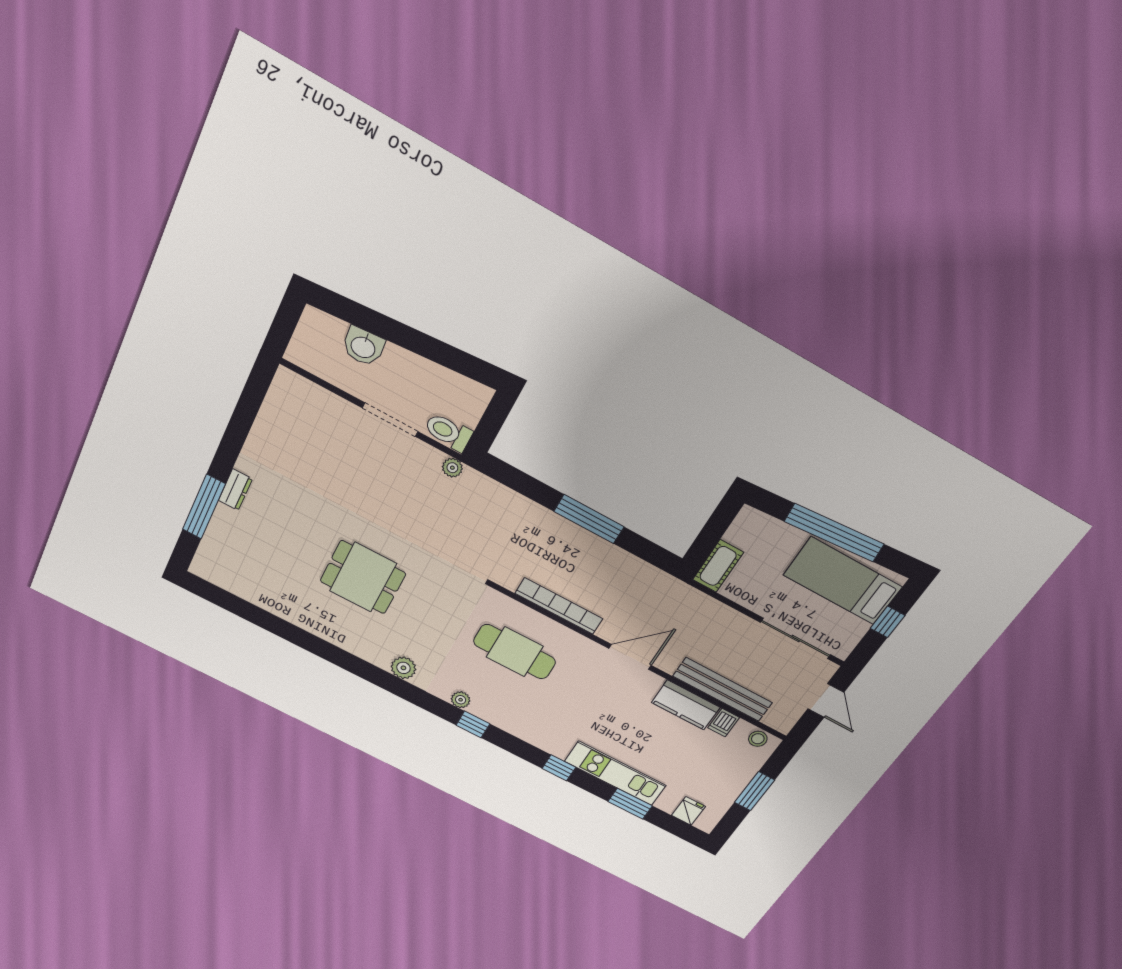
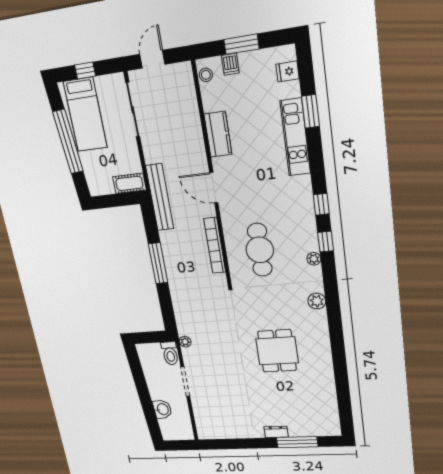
bench: (723, 689) -> (160, 197), moved
dishwasher: (724, 723) -> (230, 64), moved, turned 90
window: (559, 768) -> (321, 204), moved

